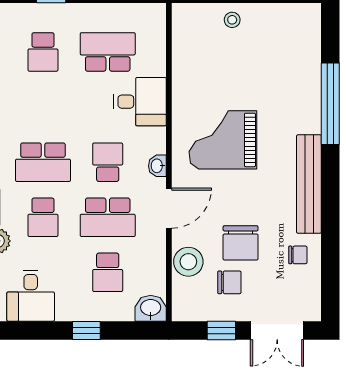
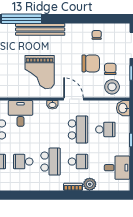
school desk: (108, 162) -> (23, 162), moved
bench: (309, 184) -> (40, 29), moved
stool: (188, 262) -> (112, 87), moved

